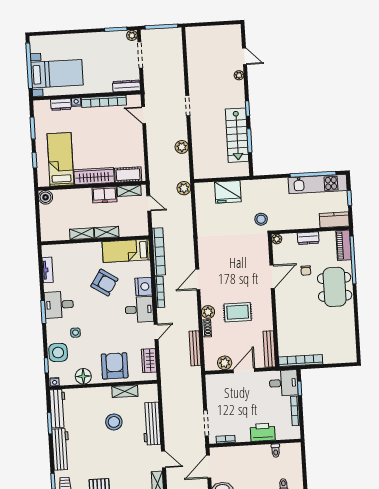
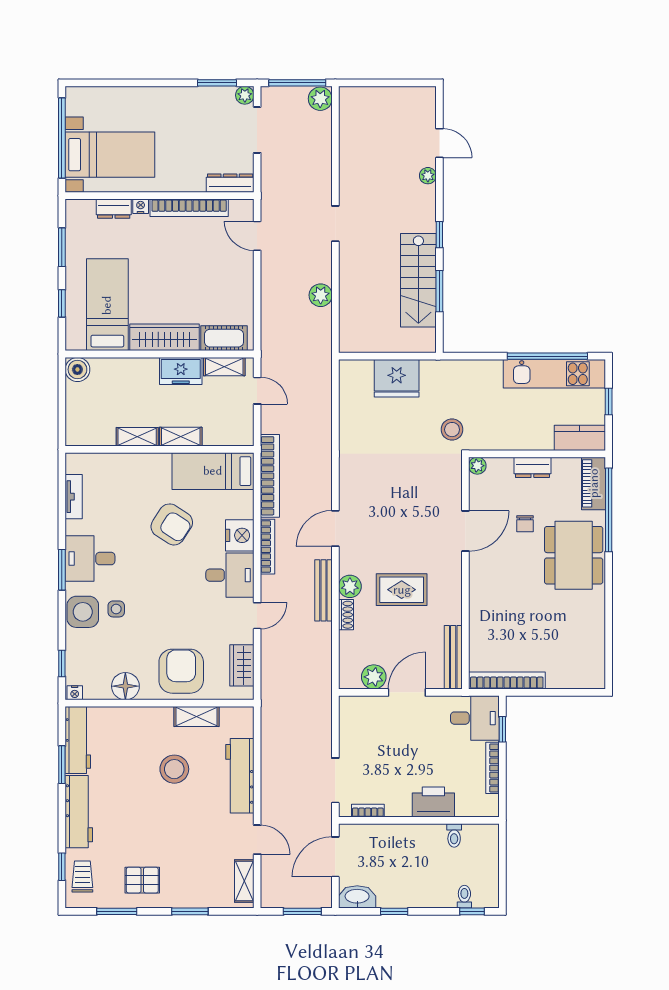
plant: (184, 188) -> (320, 99), moved
bench: (195, 348) -> (323, 590), moved
side table: (58, 353) -> (83, 612), moved

